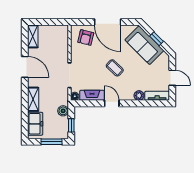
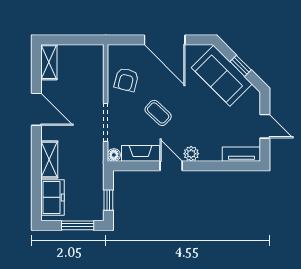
armchair: (86, 37) -> (126, 80), moved
coffee table: (115, 68) -> (158, 113), moved
plant: (139, 96) -> (191, 154), moved
boiler: (63, 111) -> (96, 177), removed

